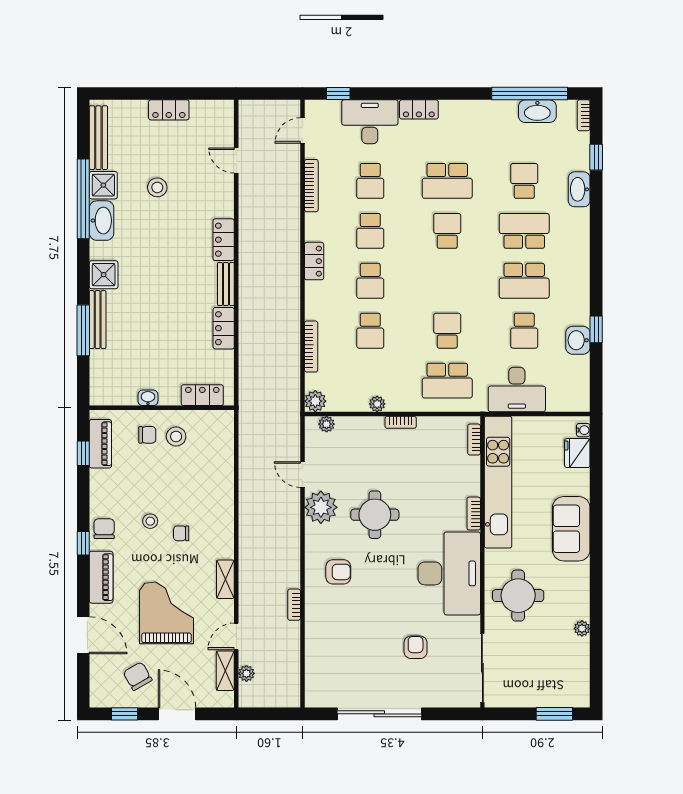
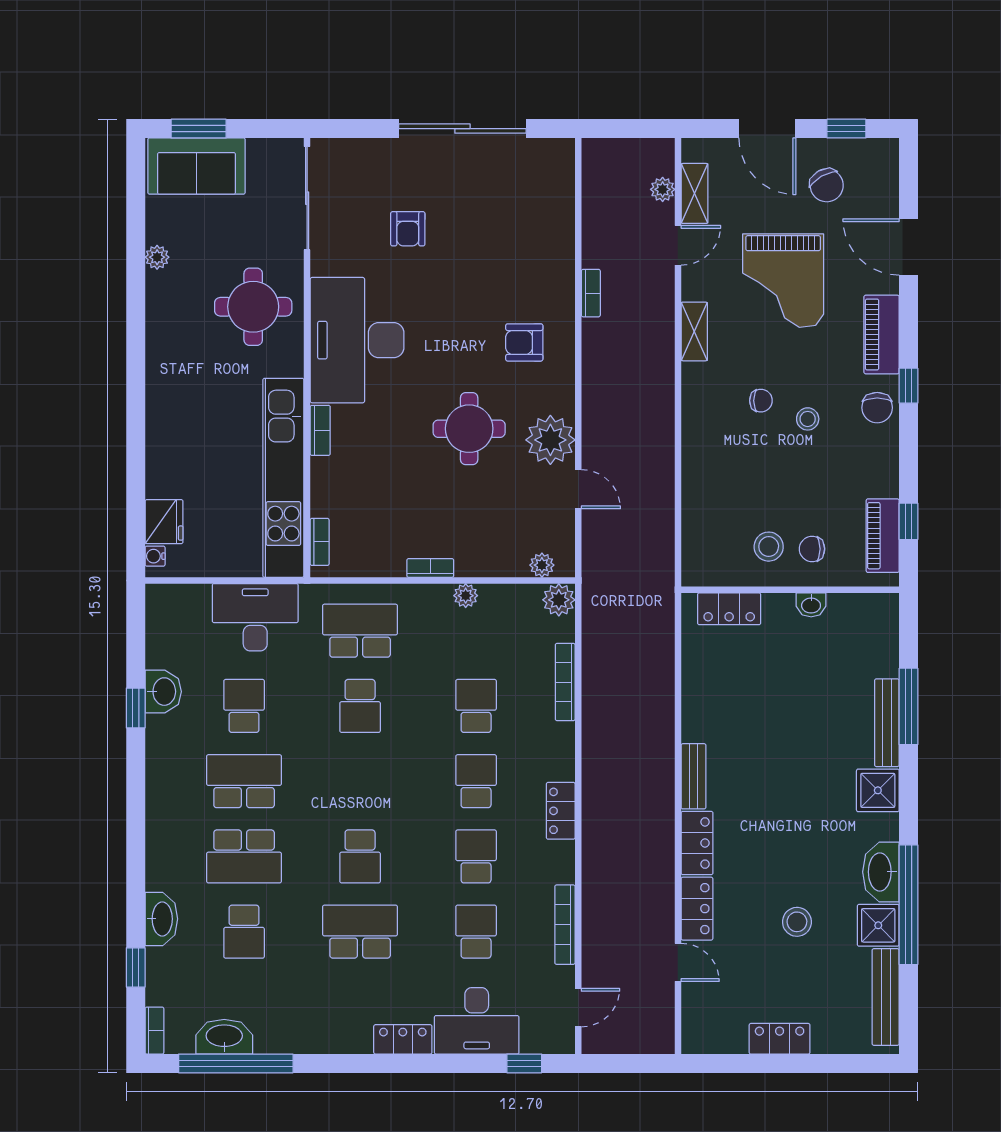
locker: (224, 328) -> (697, 909), moved
sofa: (571, 529) -> (196, 166), moved, turned 90

